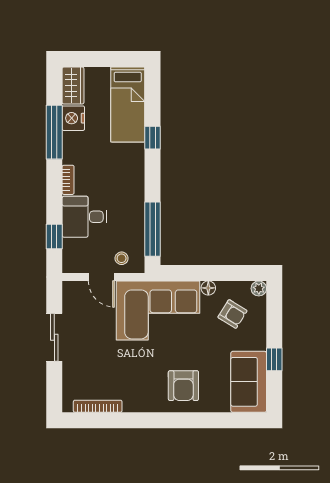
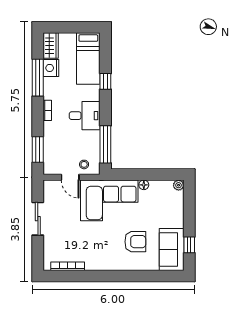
desk: (84, 217) -> (85, 116), moved, turned 180
window: (54, 236) -> (38, 149), width x1.50
armchair: (232, 314) -> (160, 203), removed
window: (274, 359) -> (189, 245), moved
armchair: (183, 386) -> (135, 242), moved, turned -90

